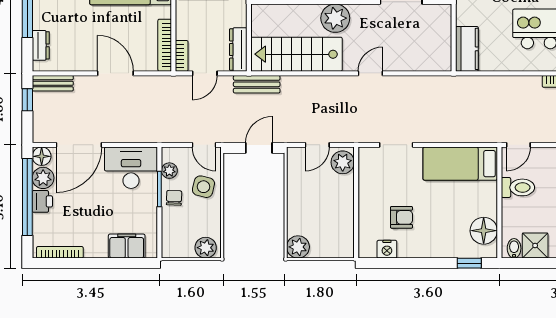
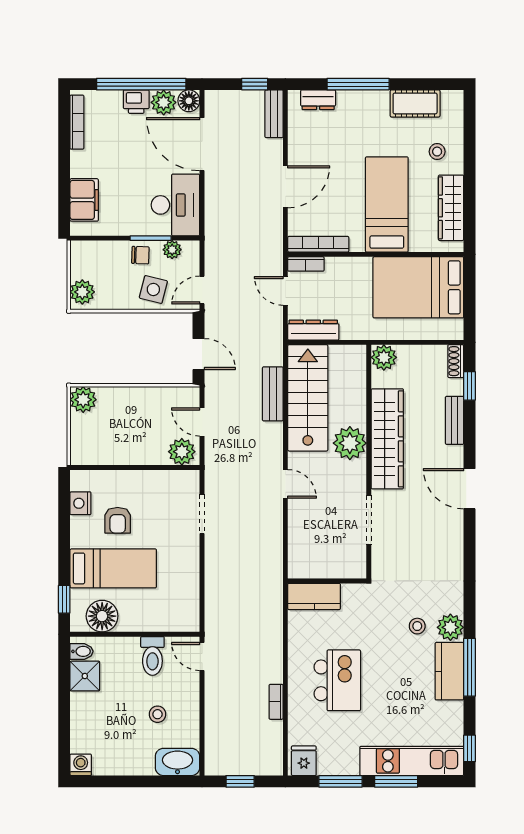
bench: (257, 84) -> (273, 394), moved
bed: (460, 164) -> (113, 568), moved, turned 90

